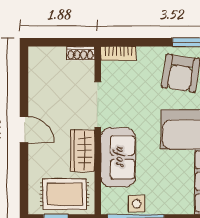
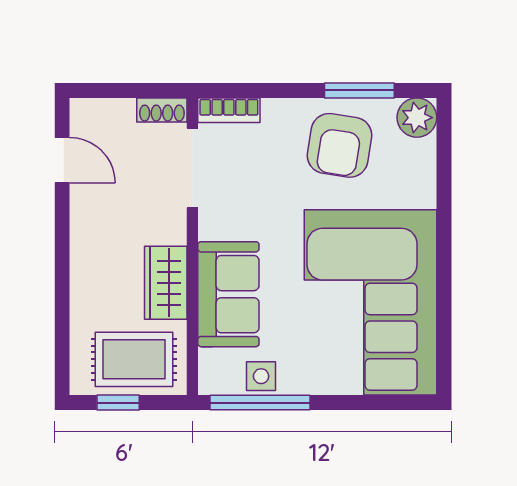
doorway: (98, 104) -> (192, 168), moved
door: (24, 130) -> (62, 160), moved

